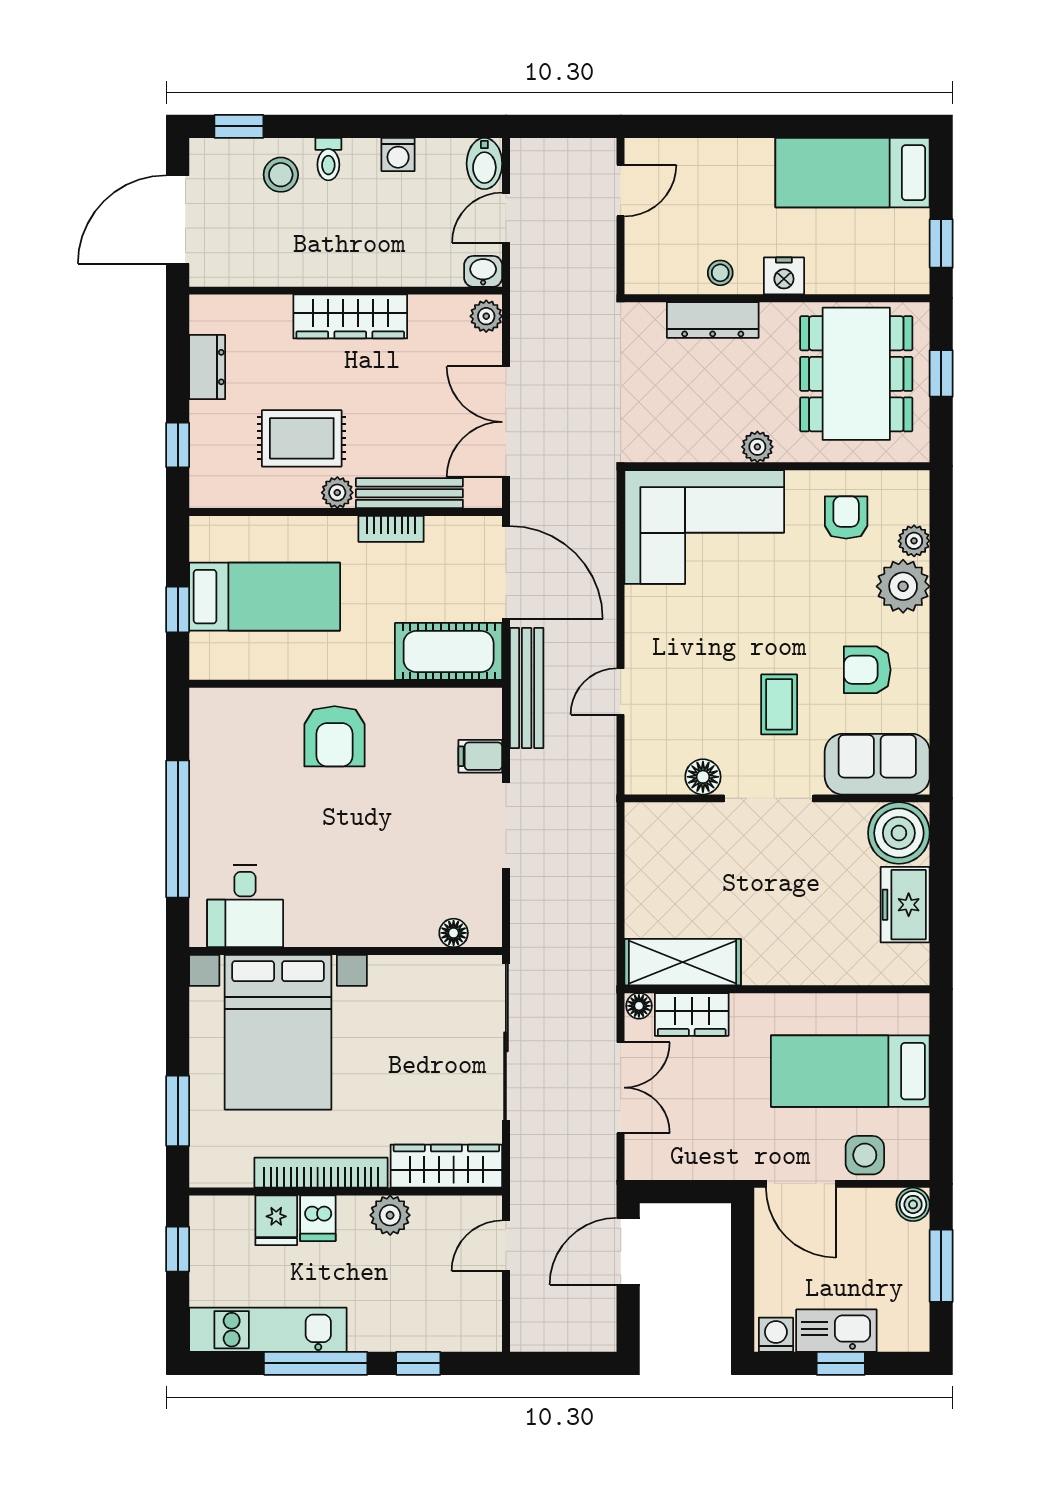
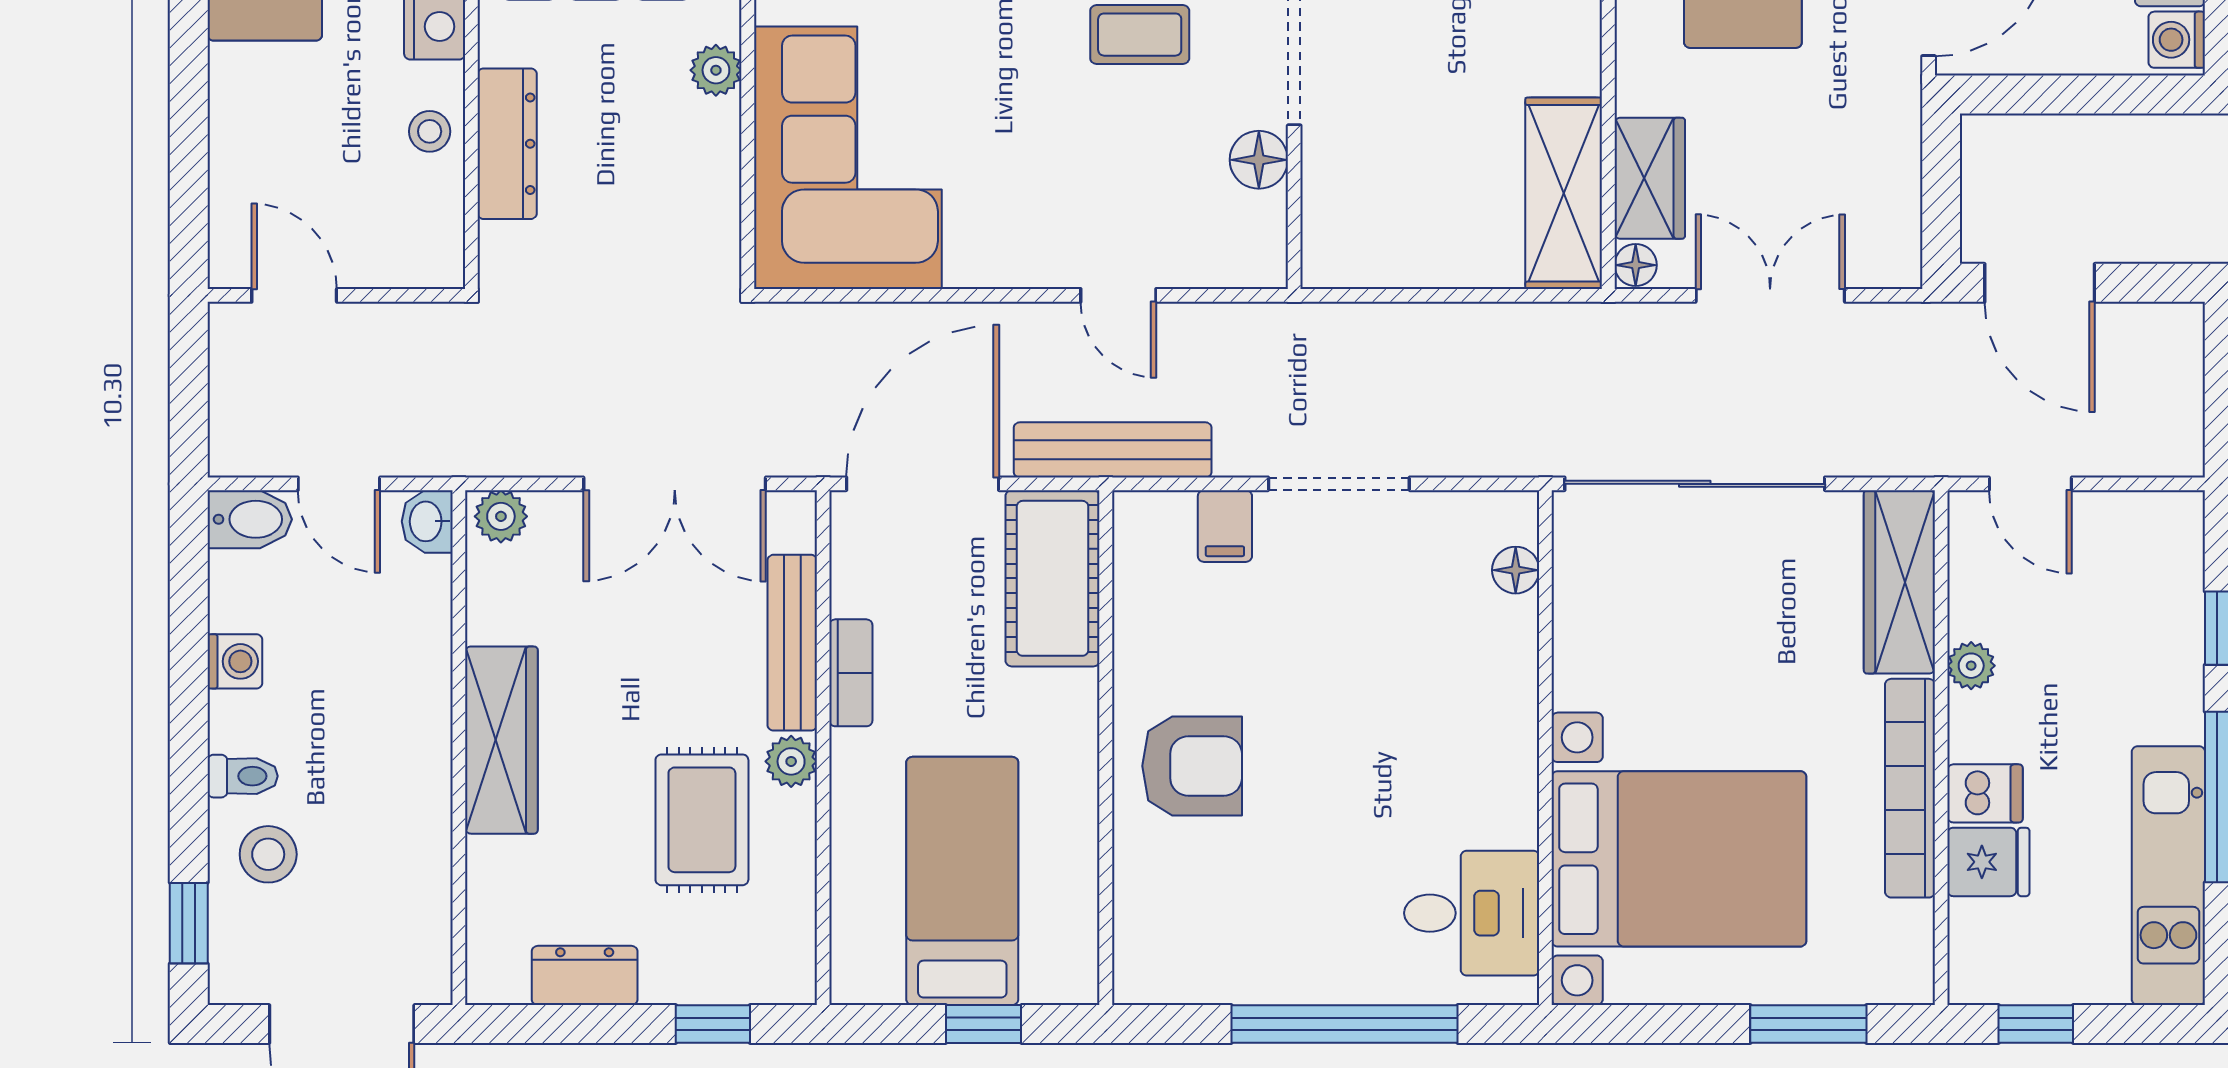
plant: (390, 1215) -> (1971, 666), width x0.73, depth x0.73

